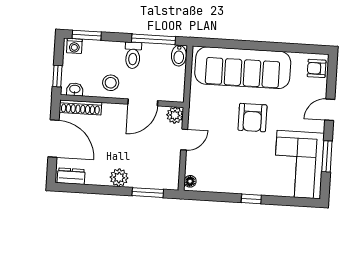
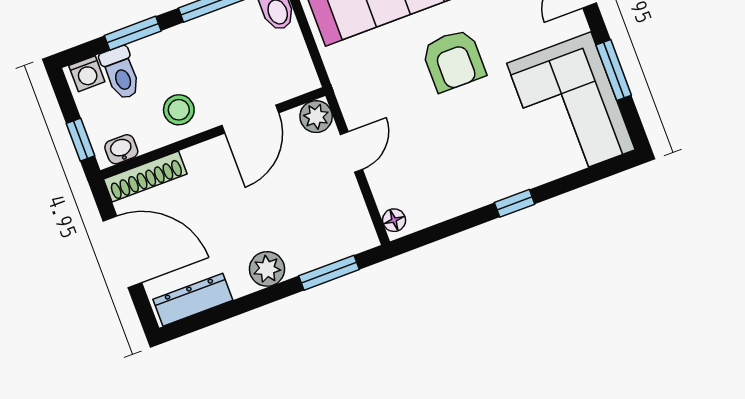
window: (87, 35) -> (133, 33), moved
toilet: (133, 55) -> (121, 73), moved
dresser: (71, 176) -> (193, 300), width x1.44

